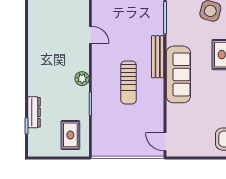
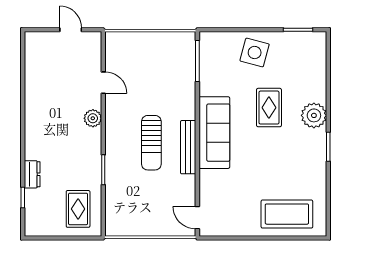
bench: (158, 57) -> (188, 147), moved
plant: (82, 79) -> (93, 118), moved
dresser: (34, 112) -> (32, 174), width x0.70

